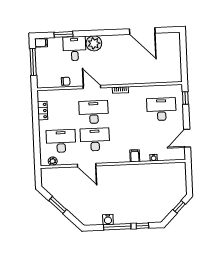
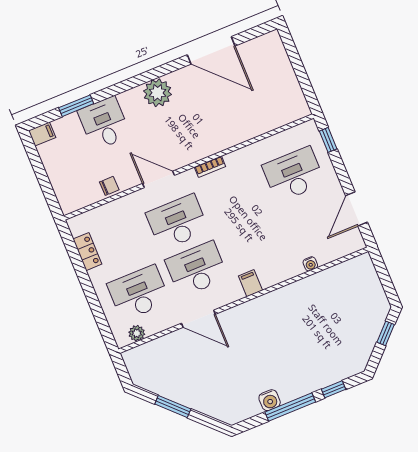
plant: (94, 43) -> (158, 93), moved
window: (33, 62) -> (40, 173), removed
filing cabinet: (135, 156) -> (250, 283), moved

